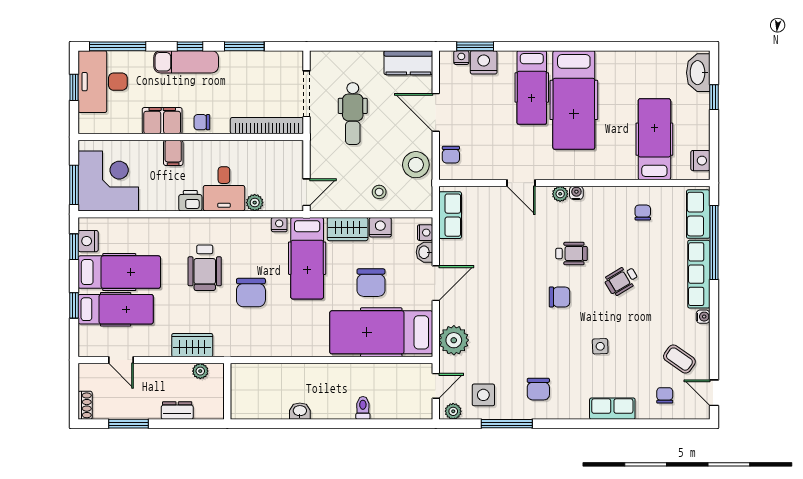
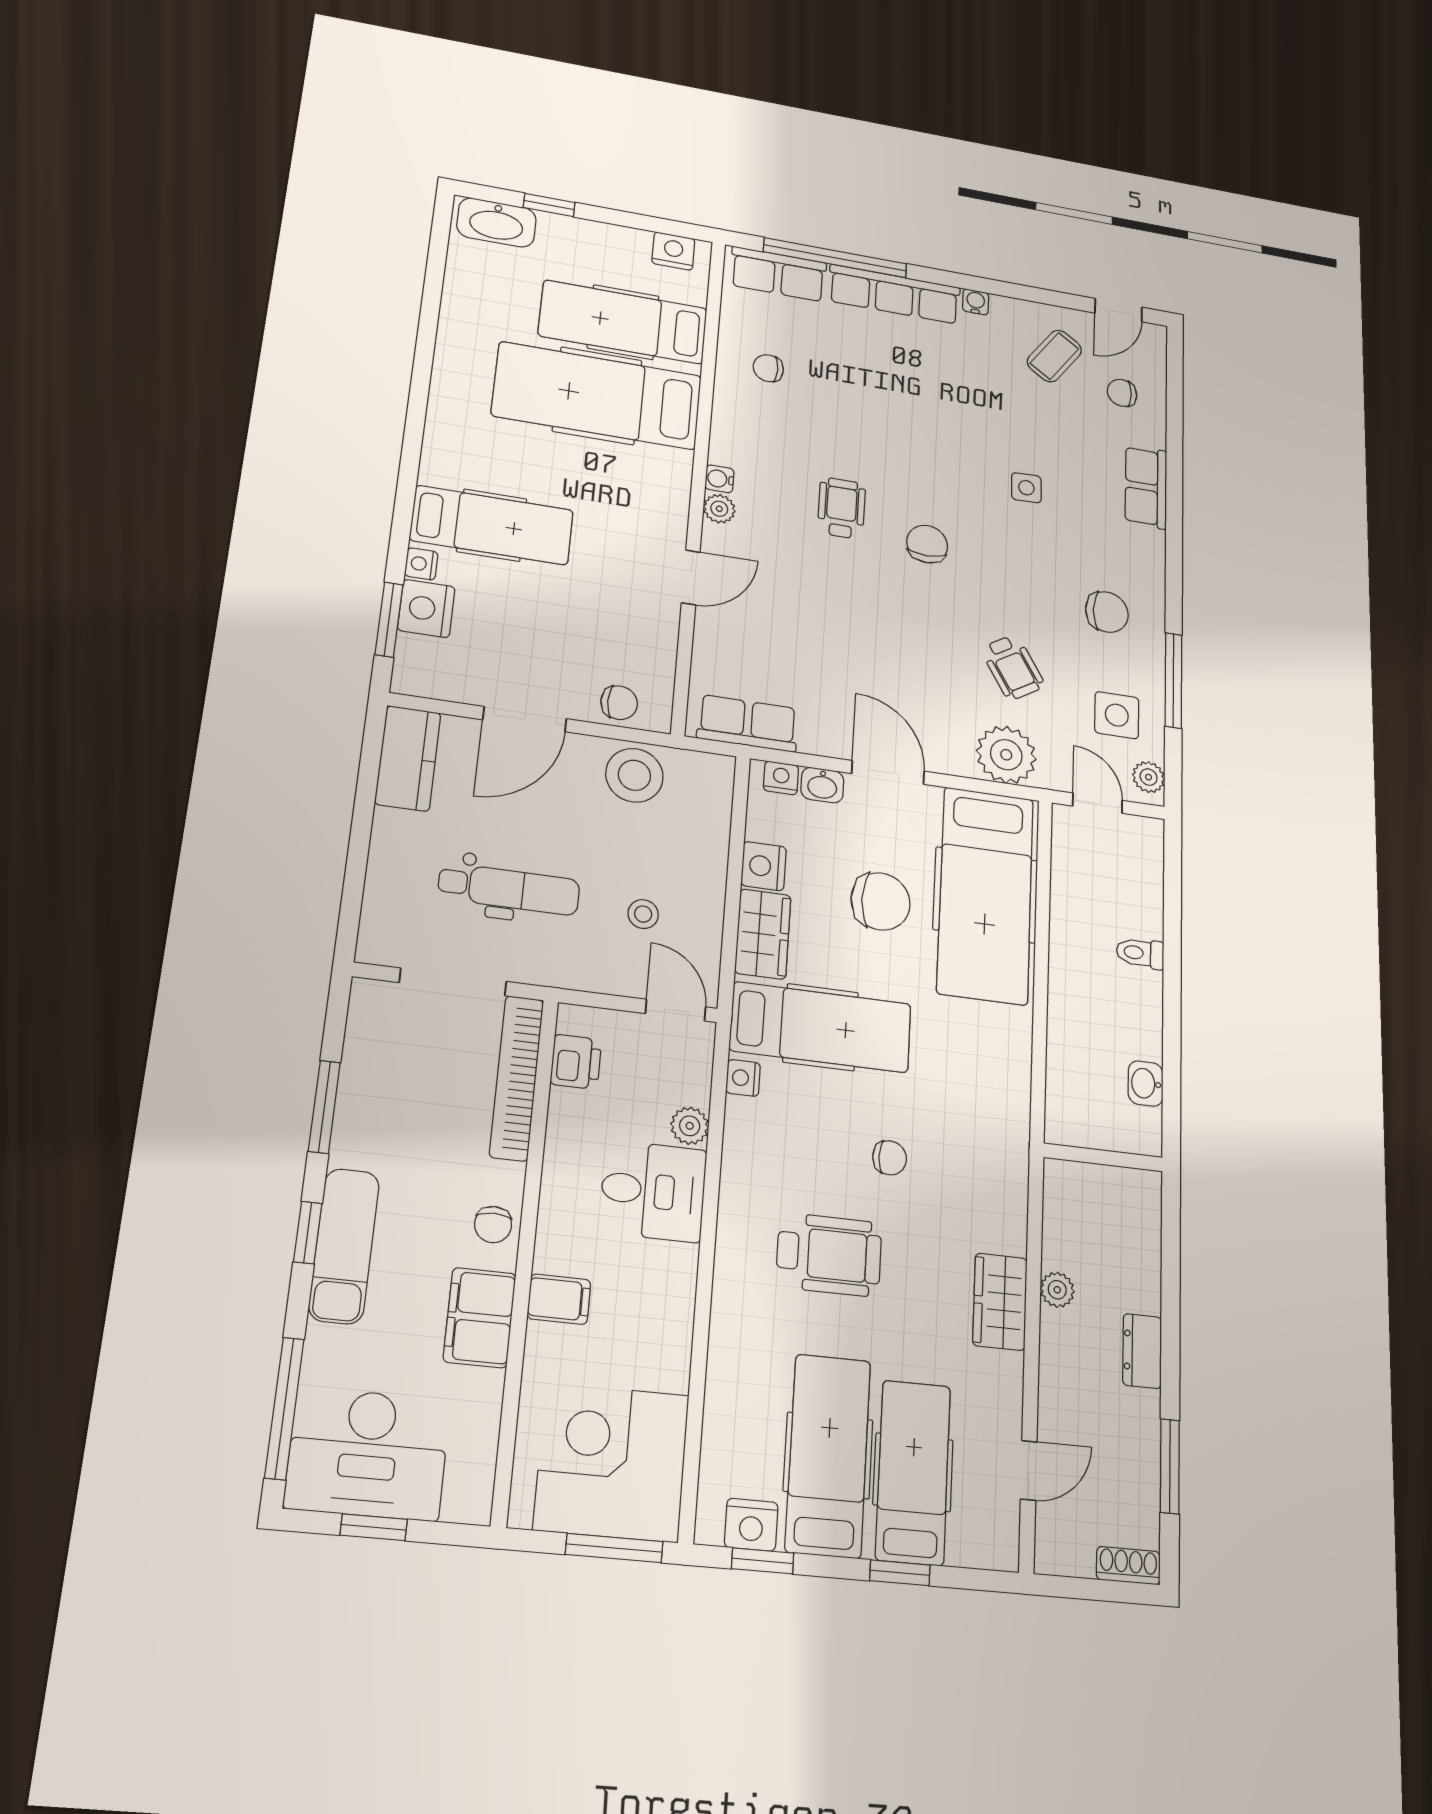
nightstand: (461, 58) -> (421, 564), moved
hospital bed: (574, 100) -> (597, 396), moved, turned 180
stool: (379, 192) -> (643, 914), moved
printer: (190, 201) -> (576, 1062), moved, turned 180
wheelchair: (621, 280) -> (1013, 667), moved
chair: (251, 293) -> (890, 1158), width x0.54, depth x0.54
wall: (227, 391) -> (1103, 1157), moved

